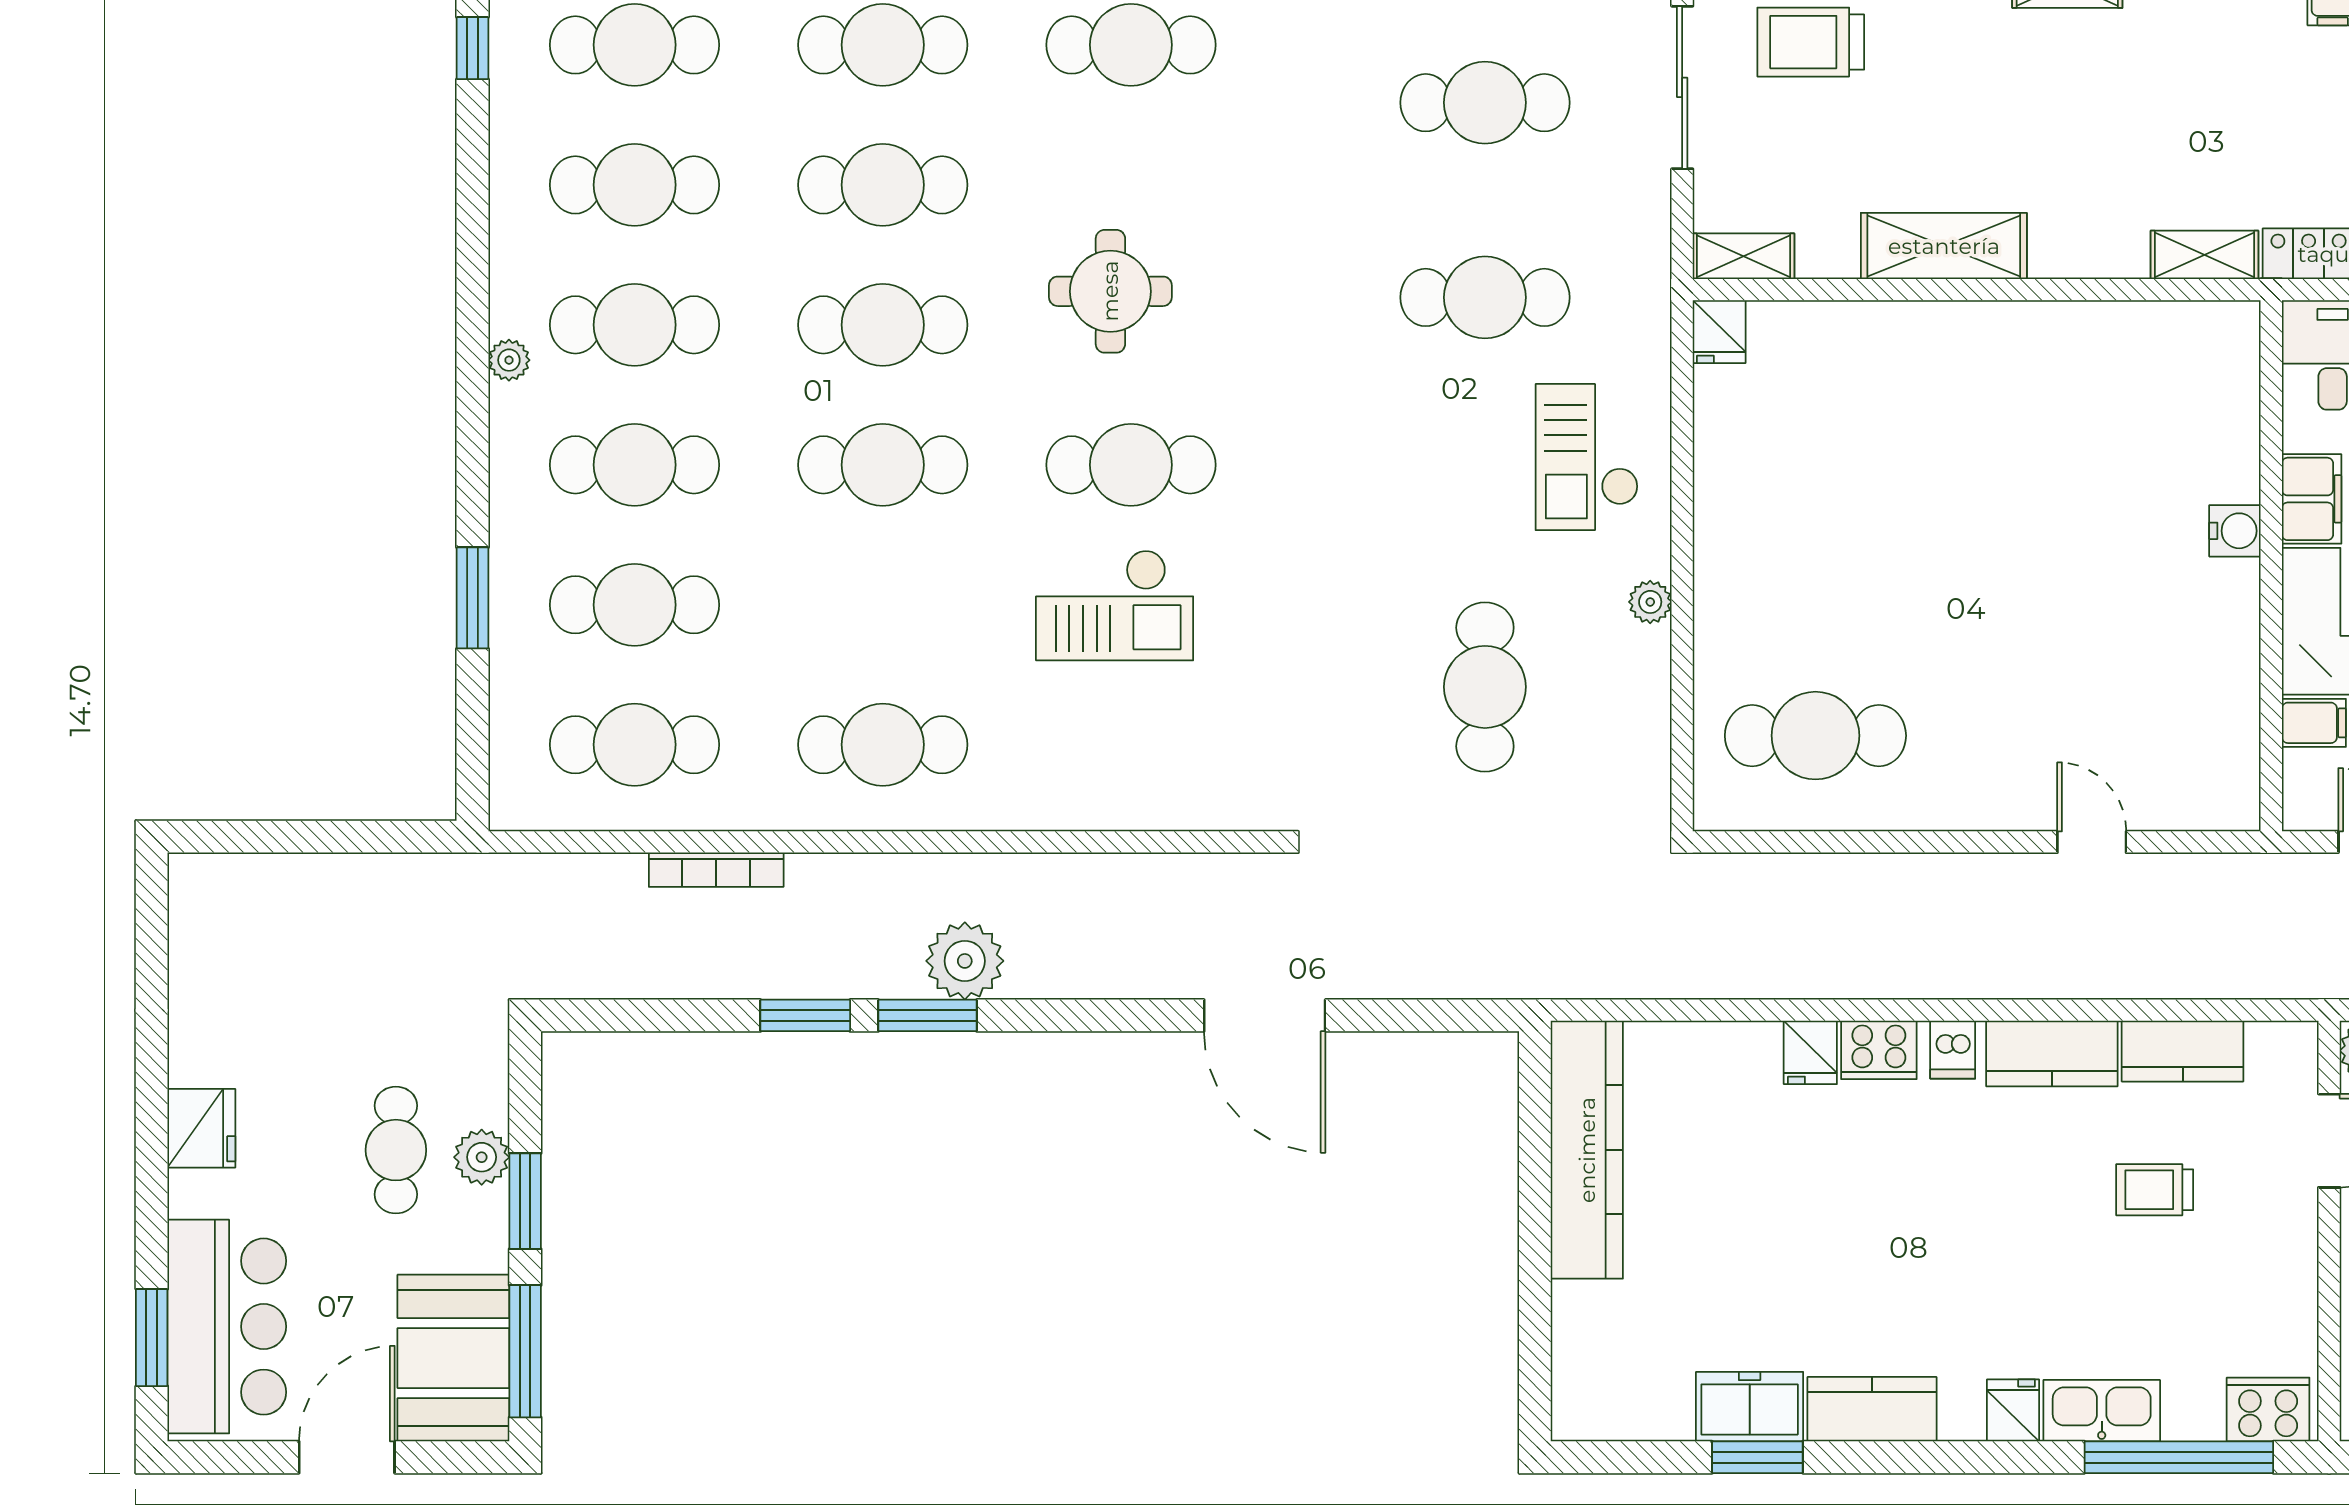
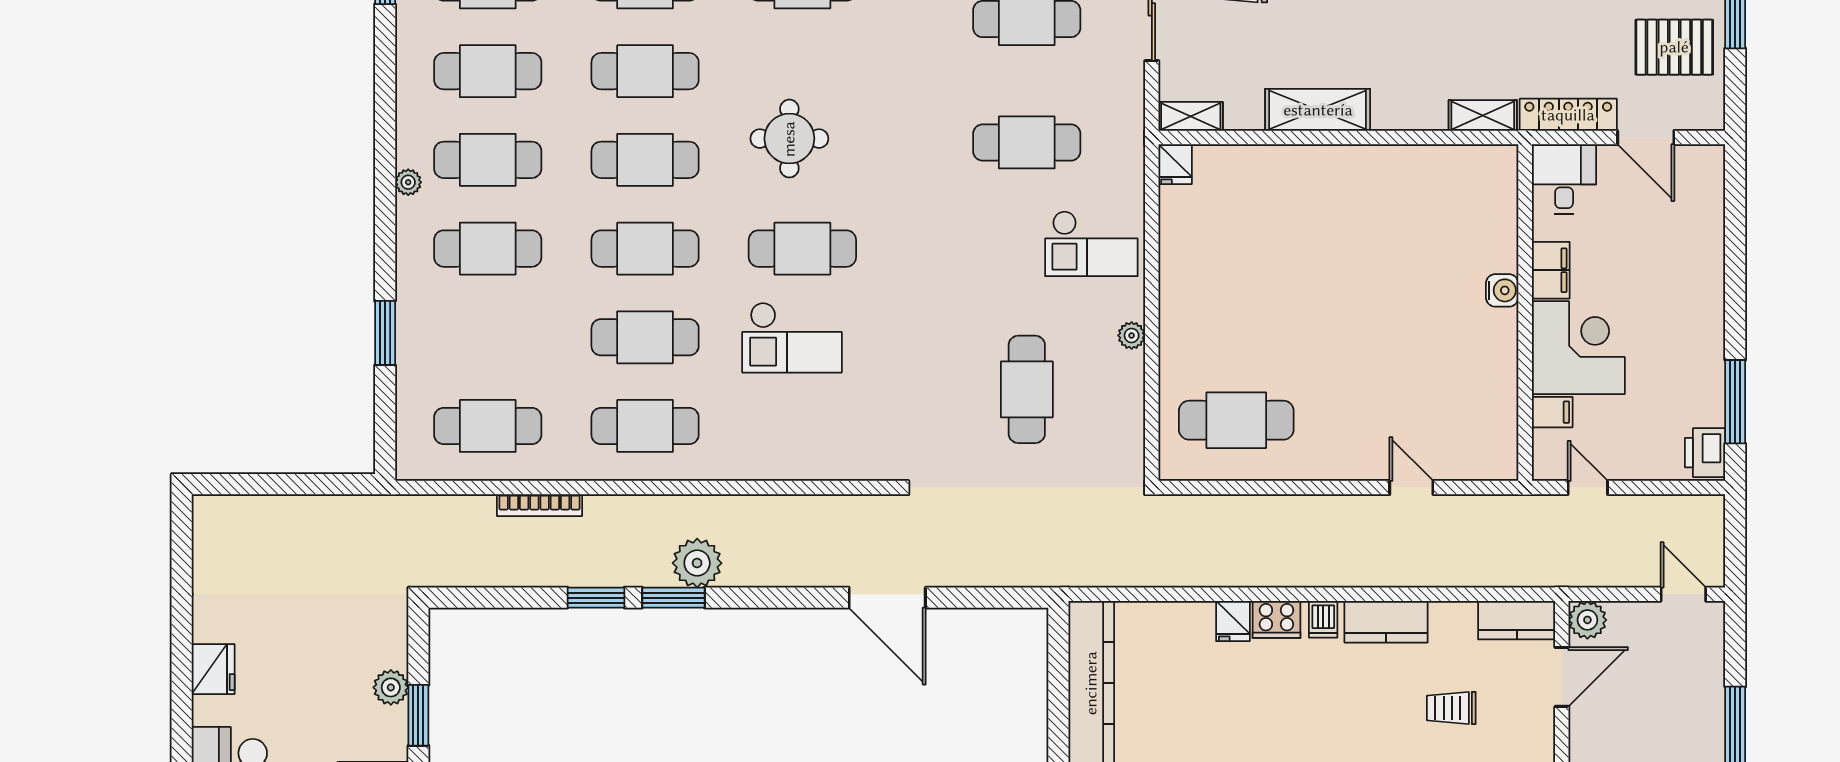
checkout: (1587, 457) -> (1091, 244), turned -90
cafe table: (635, 605) -> (645, 337), moved
kitchen counter: (2183, 1051) -> (1517, 620), moved
cafe table: (396, 1150) -> (336, 683), removed

